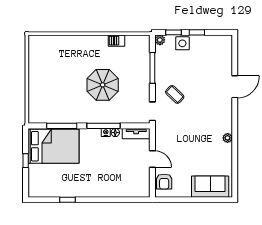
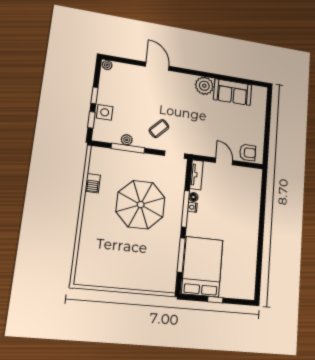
plant: (160, 40) -> (127, 140), moved
plant: (228, 40) -> (107, 65), added
parasol: (103, 85) -> (141, 205), width x1.36, depth x1.36
plant: (228, 138) -> (204, 86), width x1.88, depth x1.88
door: (152, 159) -> (224, 161), hinge flipped
sofa: (210, 187) -> (233, 92), moved, turned -90
window: (67, 200) -> (259, 257), removed

